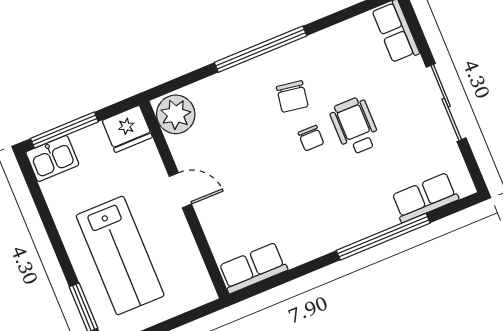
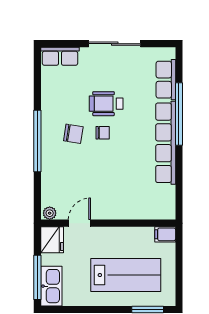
plant: (176, 114) -> (50, 213), width x0.53, depth x0.53
kitchen sink: (52, 159) -> (51, 286), width x1.38
door: (180, 190) -> (79, 223), moved
row of seats: (253, 268) -> (166, 143), moved, width x2.02
filing cabinet: (202, 288) -> (165, 234), added

